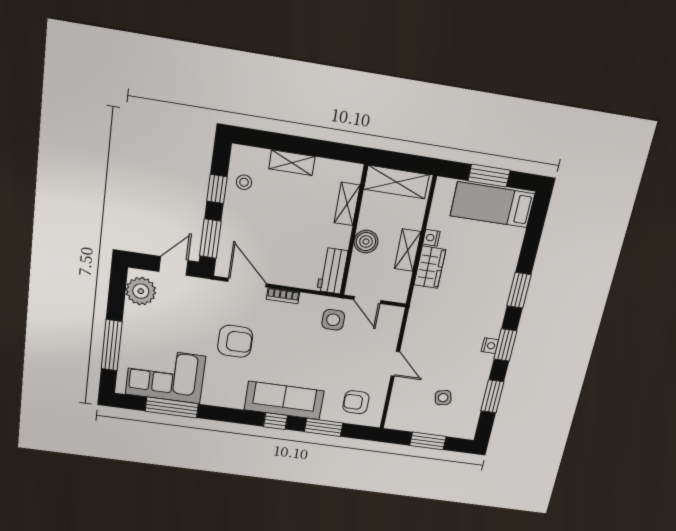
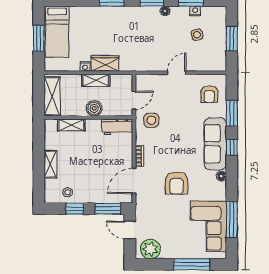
armchair: (235, 341) -> (177, 183), turned 180
nightstand: (490, 346) -> (195, 11), moved
floor lamp: (486, 360) -> (165, 11), added
floor lamp: (236, 402) -> (221, 176), added

